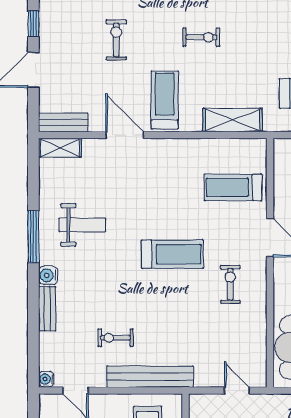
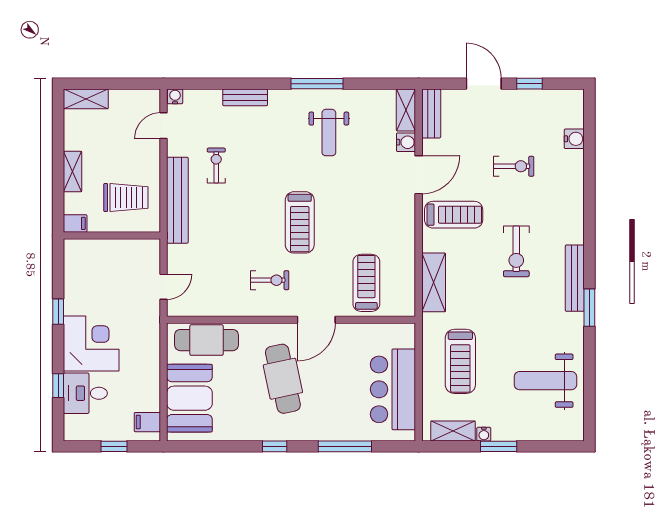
exercise bike: (201, 37) -> (516, 251), width x1.38, depth x1.39
water cooler: (48, 275) -> (406, 142), moved, turned 90

